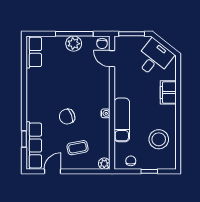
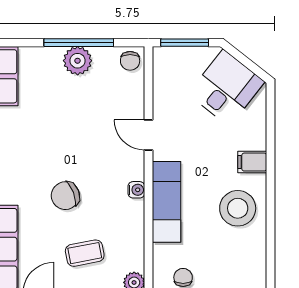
door: (112, 59) -> (148, 135), moved
filing cabinet: (168, 92) -> (252, 162), width x0.50
stool: (159, 139) -> (238, 208), moved

